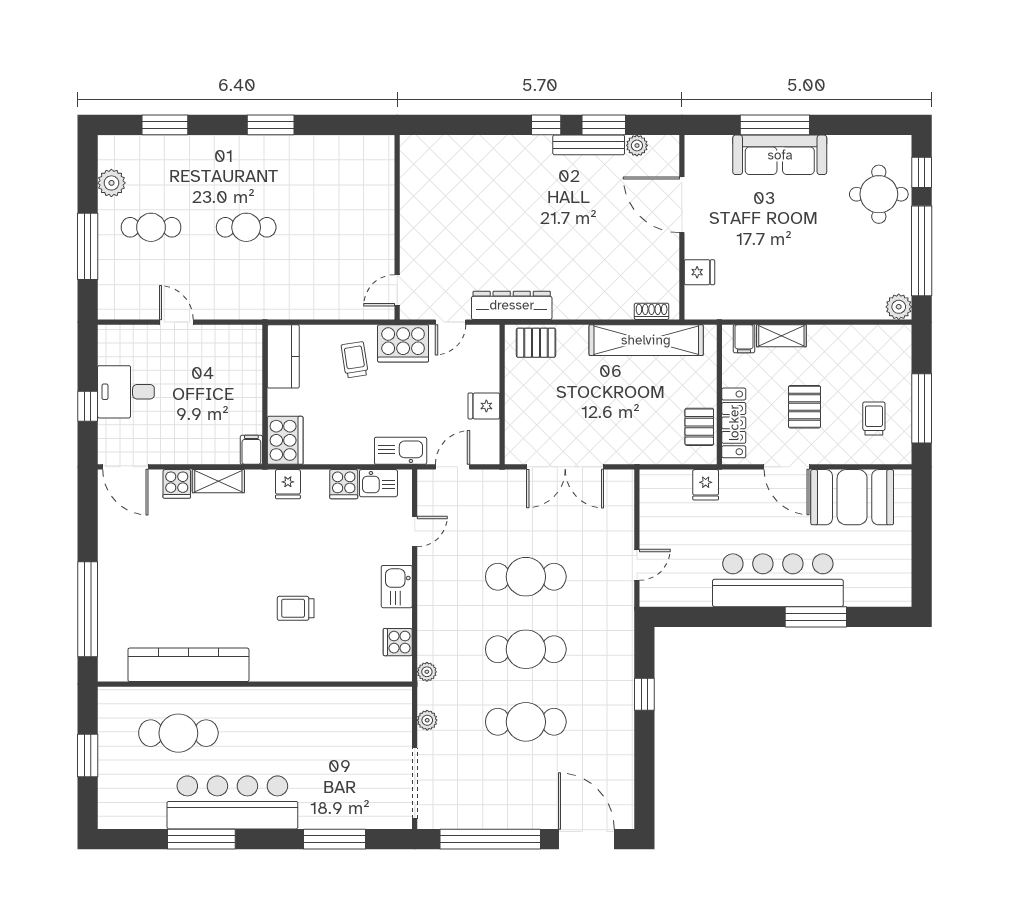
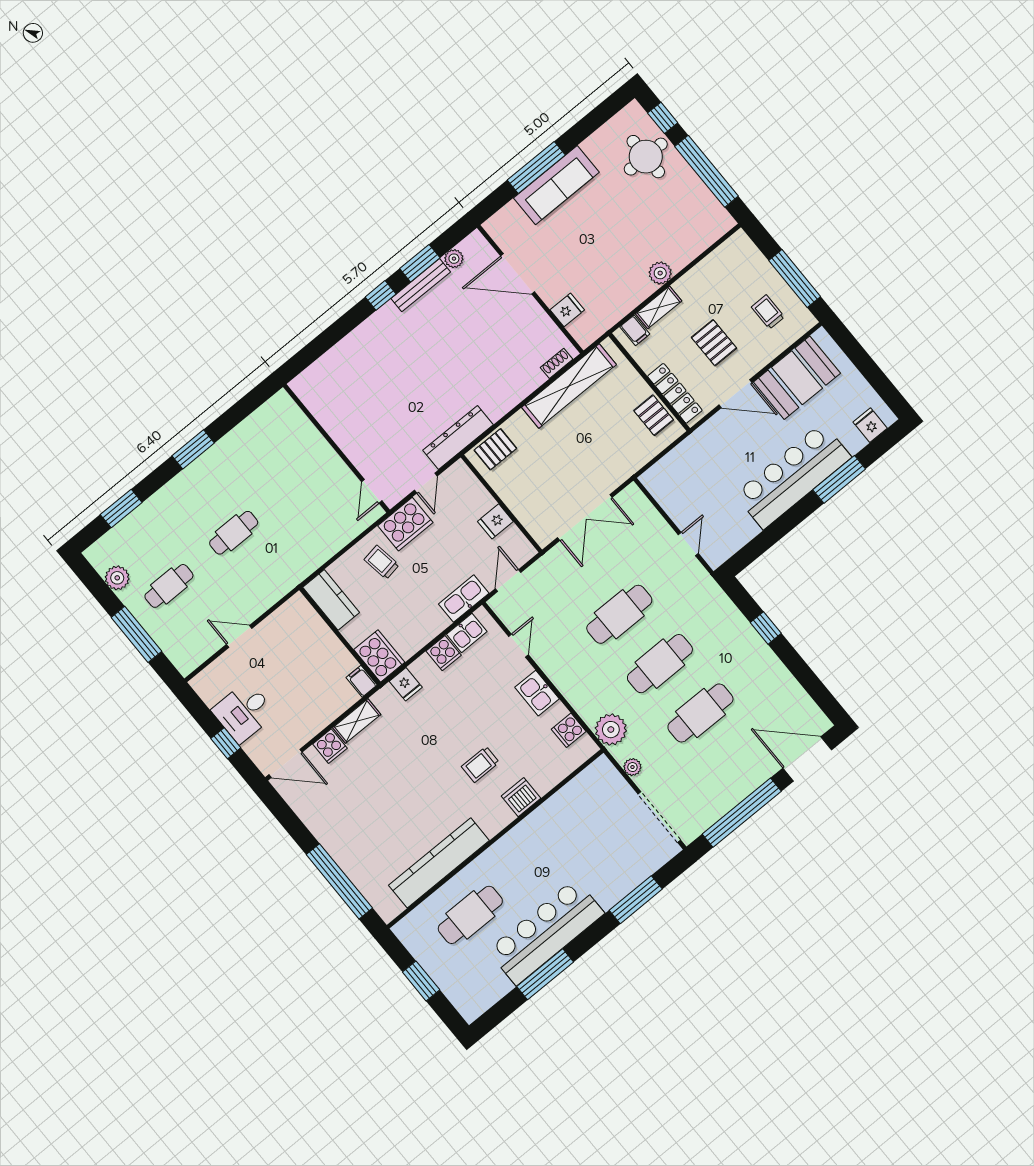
plant: (899, 307) -> (660, 273), moved
fridge: (706, 485) -> (870, 425), moved, turned 180
dishwasher: (308, 666) -> (521, 797), added
plant: (427, 672) -> (611, 730), width x1.87, depth x1.87

